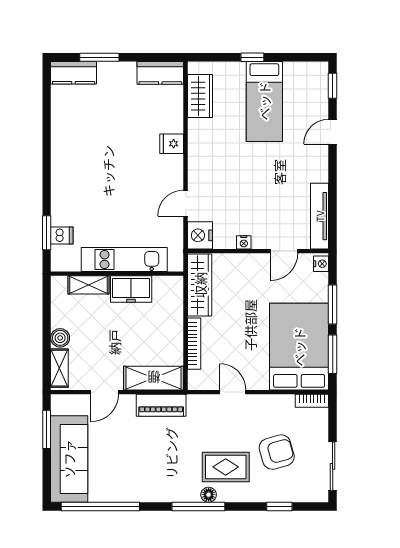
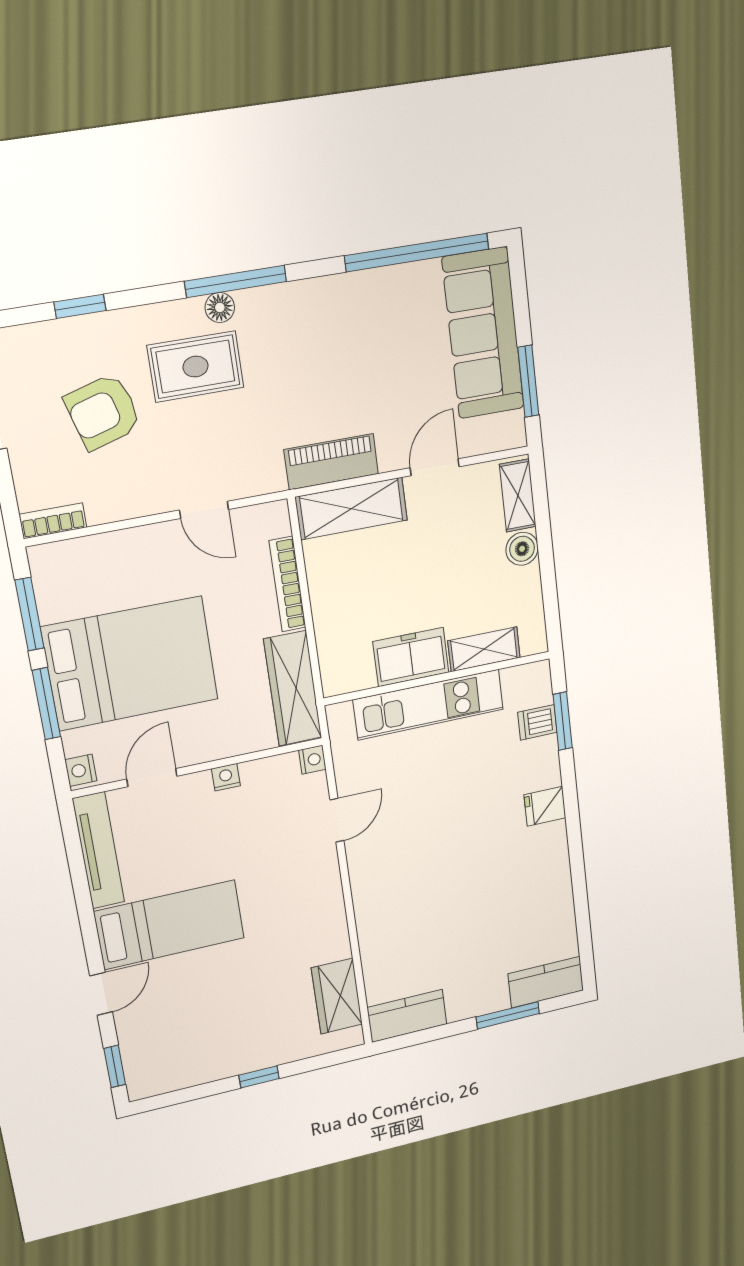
bed: (264, 101) -> (169, 925), moved, turned 90
fridge: (172, 144) -> (545, 806), moved, turned 180
nightstand: (200, 235) -> (312, 760), width x0.53, depth x0.56
bed: (299, 347) -> (130, 663), moved, turned -90

